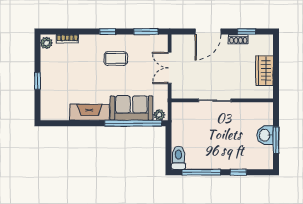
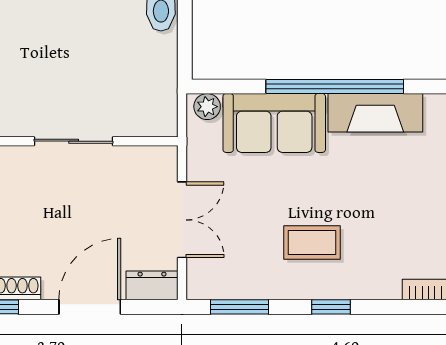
dresser: (182, 41) -> (152, 285), added
window: (133, 123) -> (335, 86), moved

